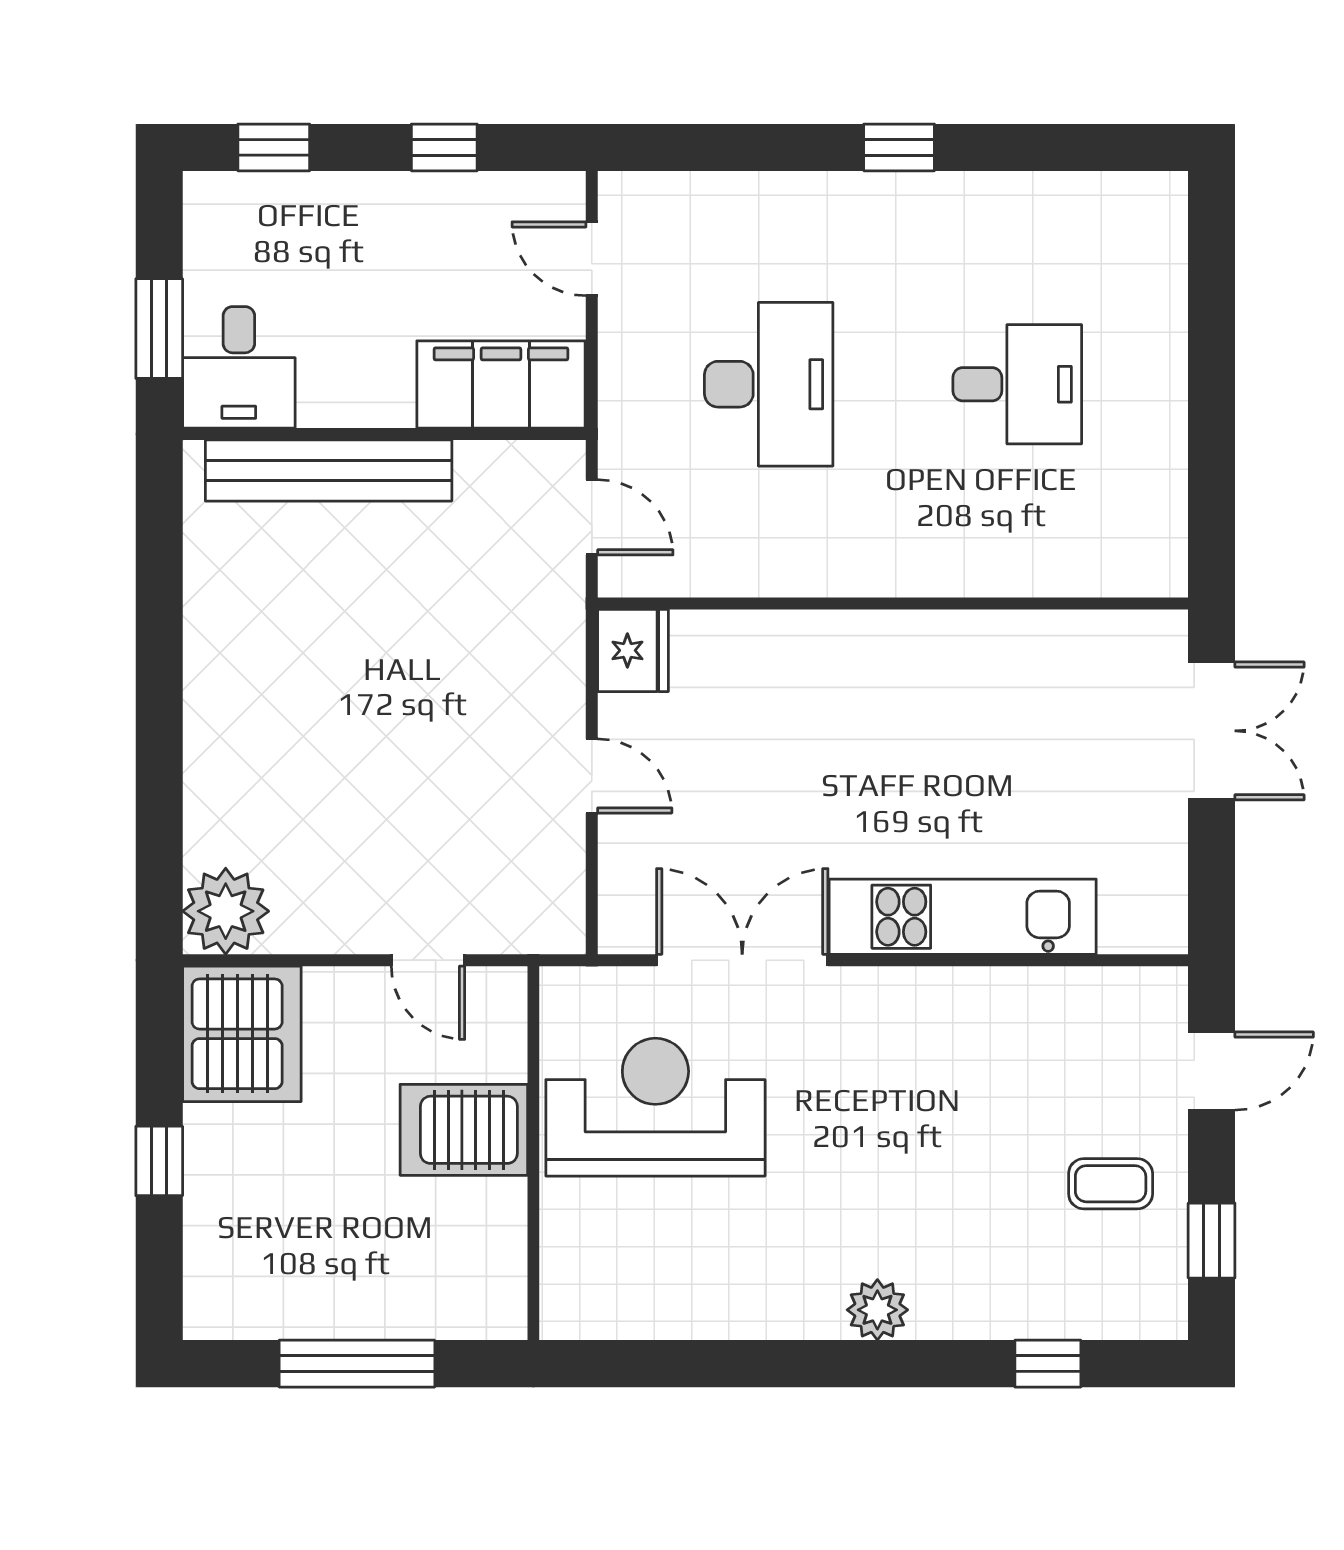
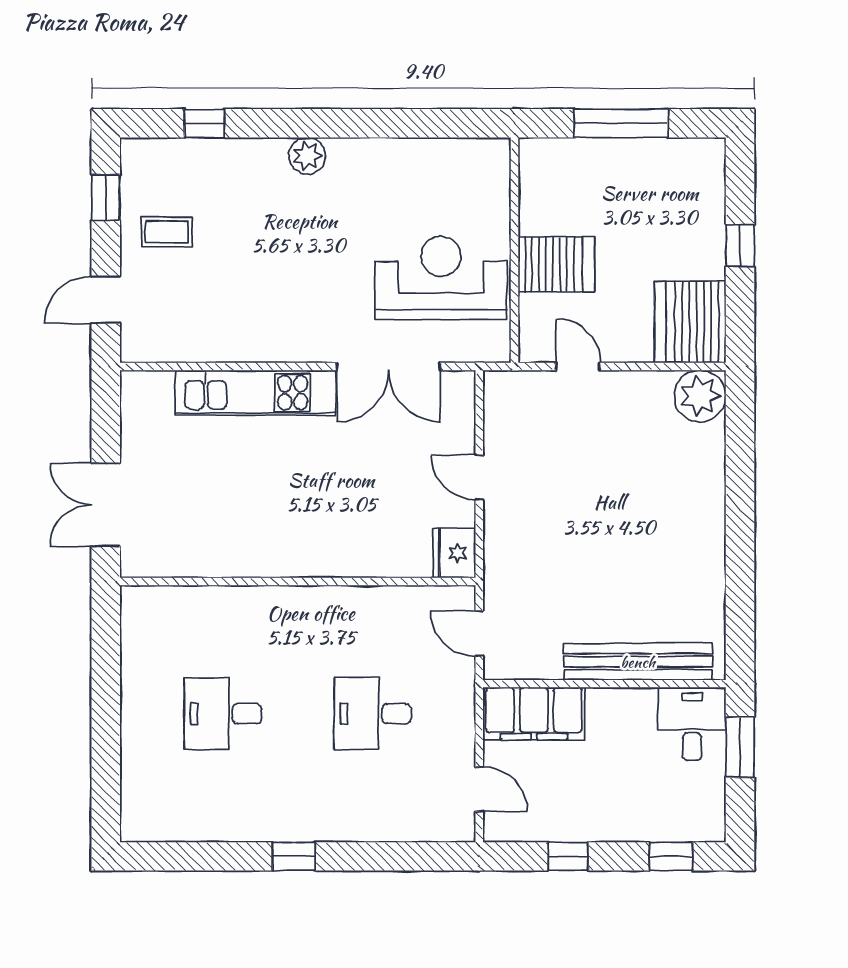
desk: (769, 384) -> (373, 714), width x0.73
reception desk: (655, 1107) -> (441, 278), turned 180

